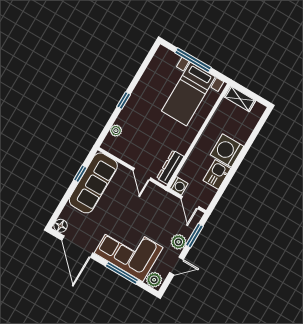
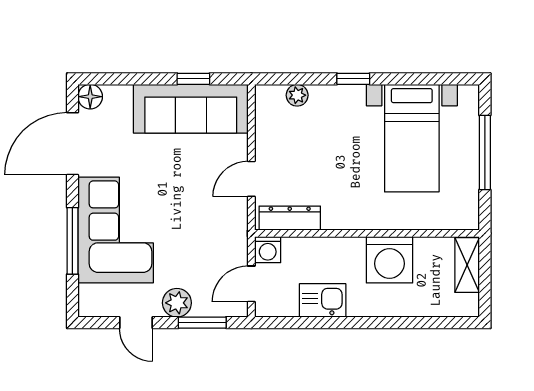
bed with nightstands: (188, 94) -> (412, 138), moved, turned -90
washing machine: (227, 151) -> (389, 260), moved, turned 180
plant: (154, 280) -> (92, 300), removed

